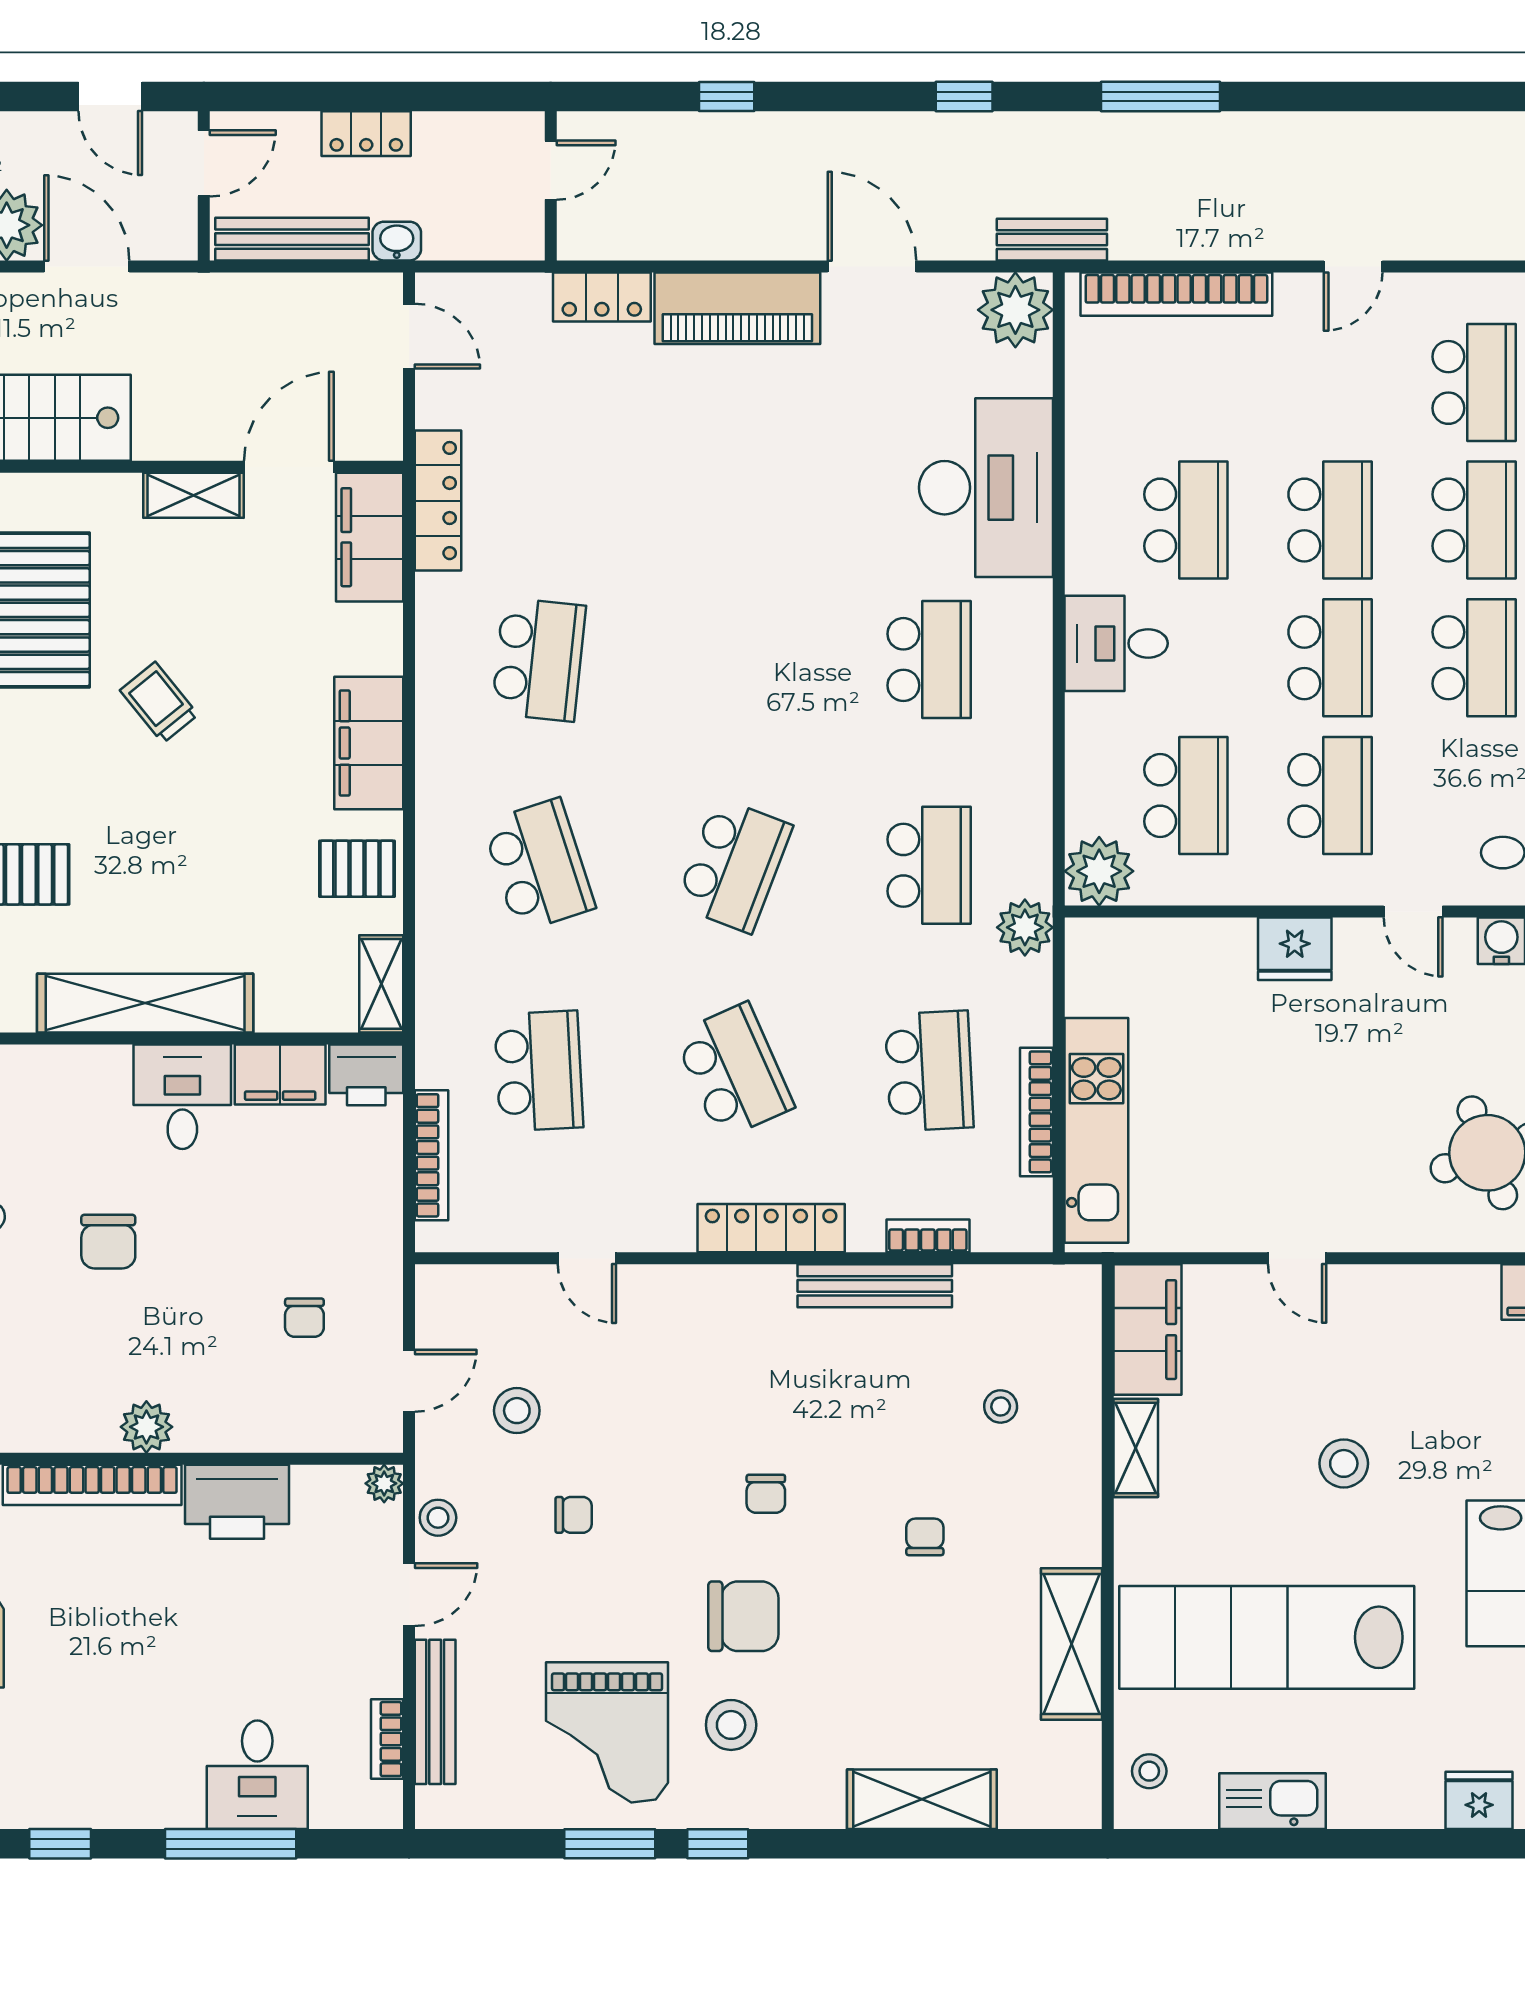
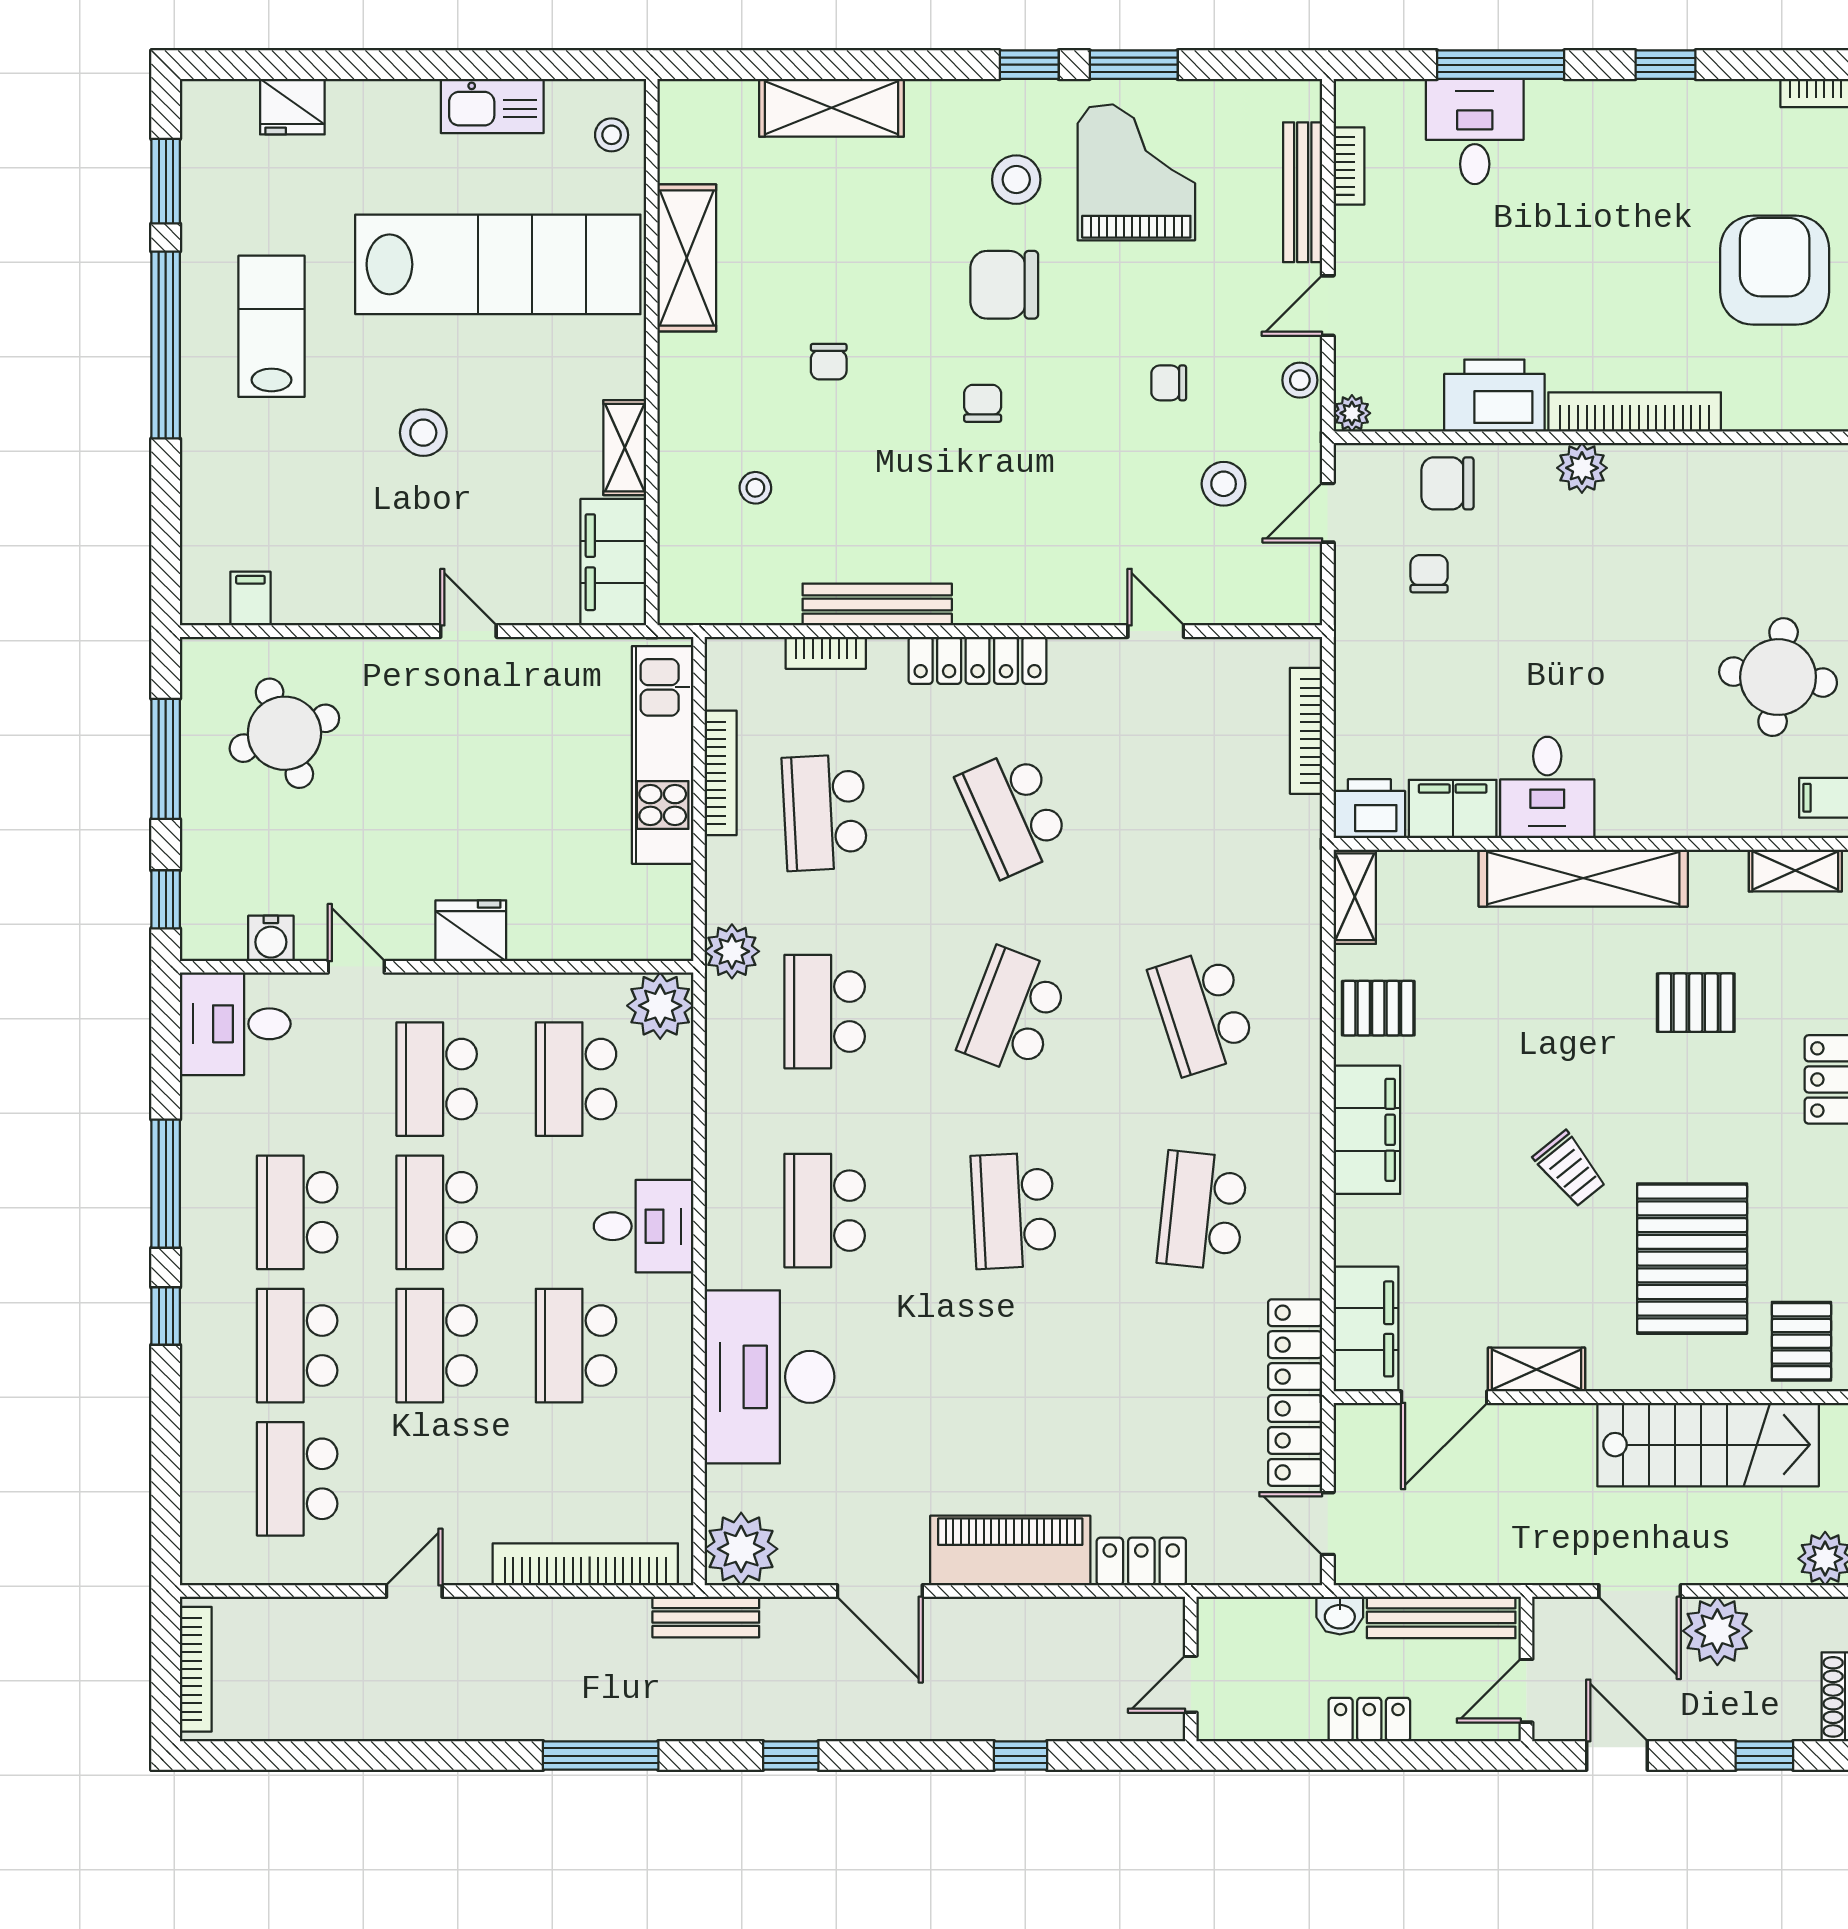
locker: (438, 501) -> (1295, 1393), width x1.41, depth x1.21
school desk: (539, 1071) -> (1013, 1211), moved
chair: (108, 1242) -> (1447, 483), moved, turned -90

